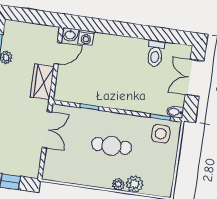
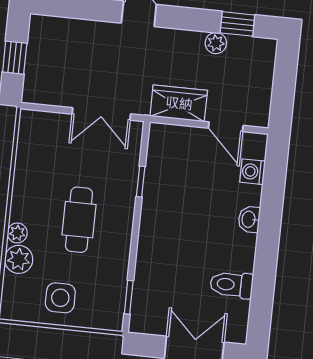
washbasin: (70, 35) -> (249, 219), moved
bidet: (175, 112) -> (138, 321), removed
side table: (161, 134) -> (60, 298), moved

